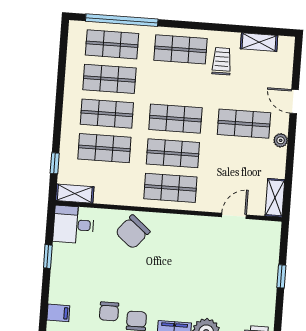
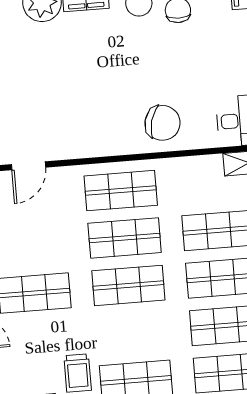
chair: (133, 232) -> (162, 123), turned 65

